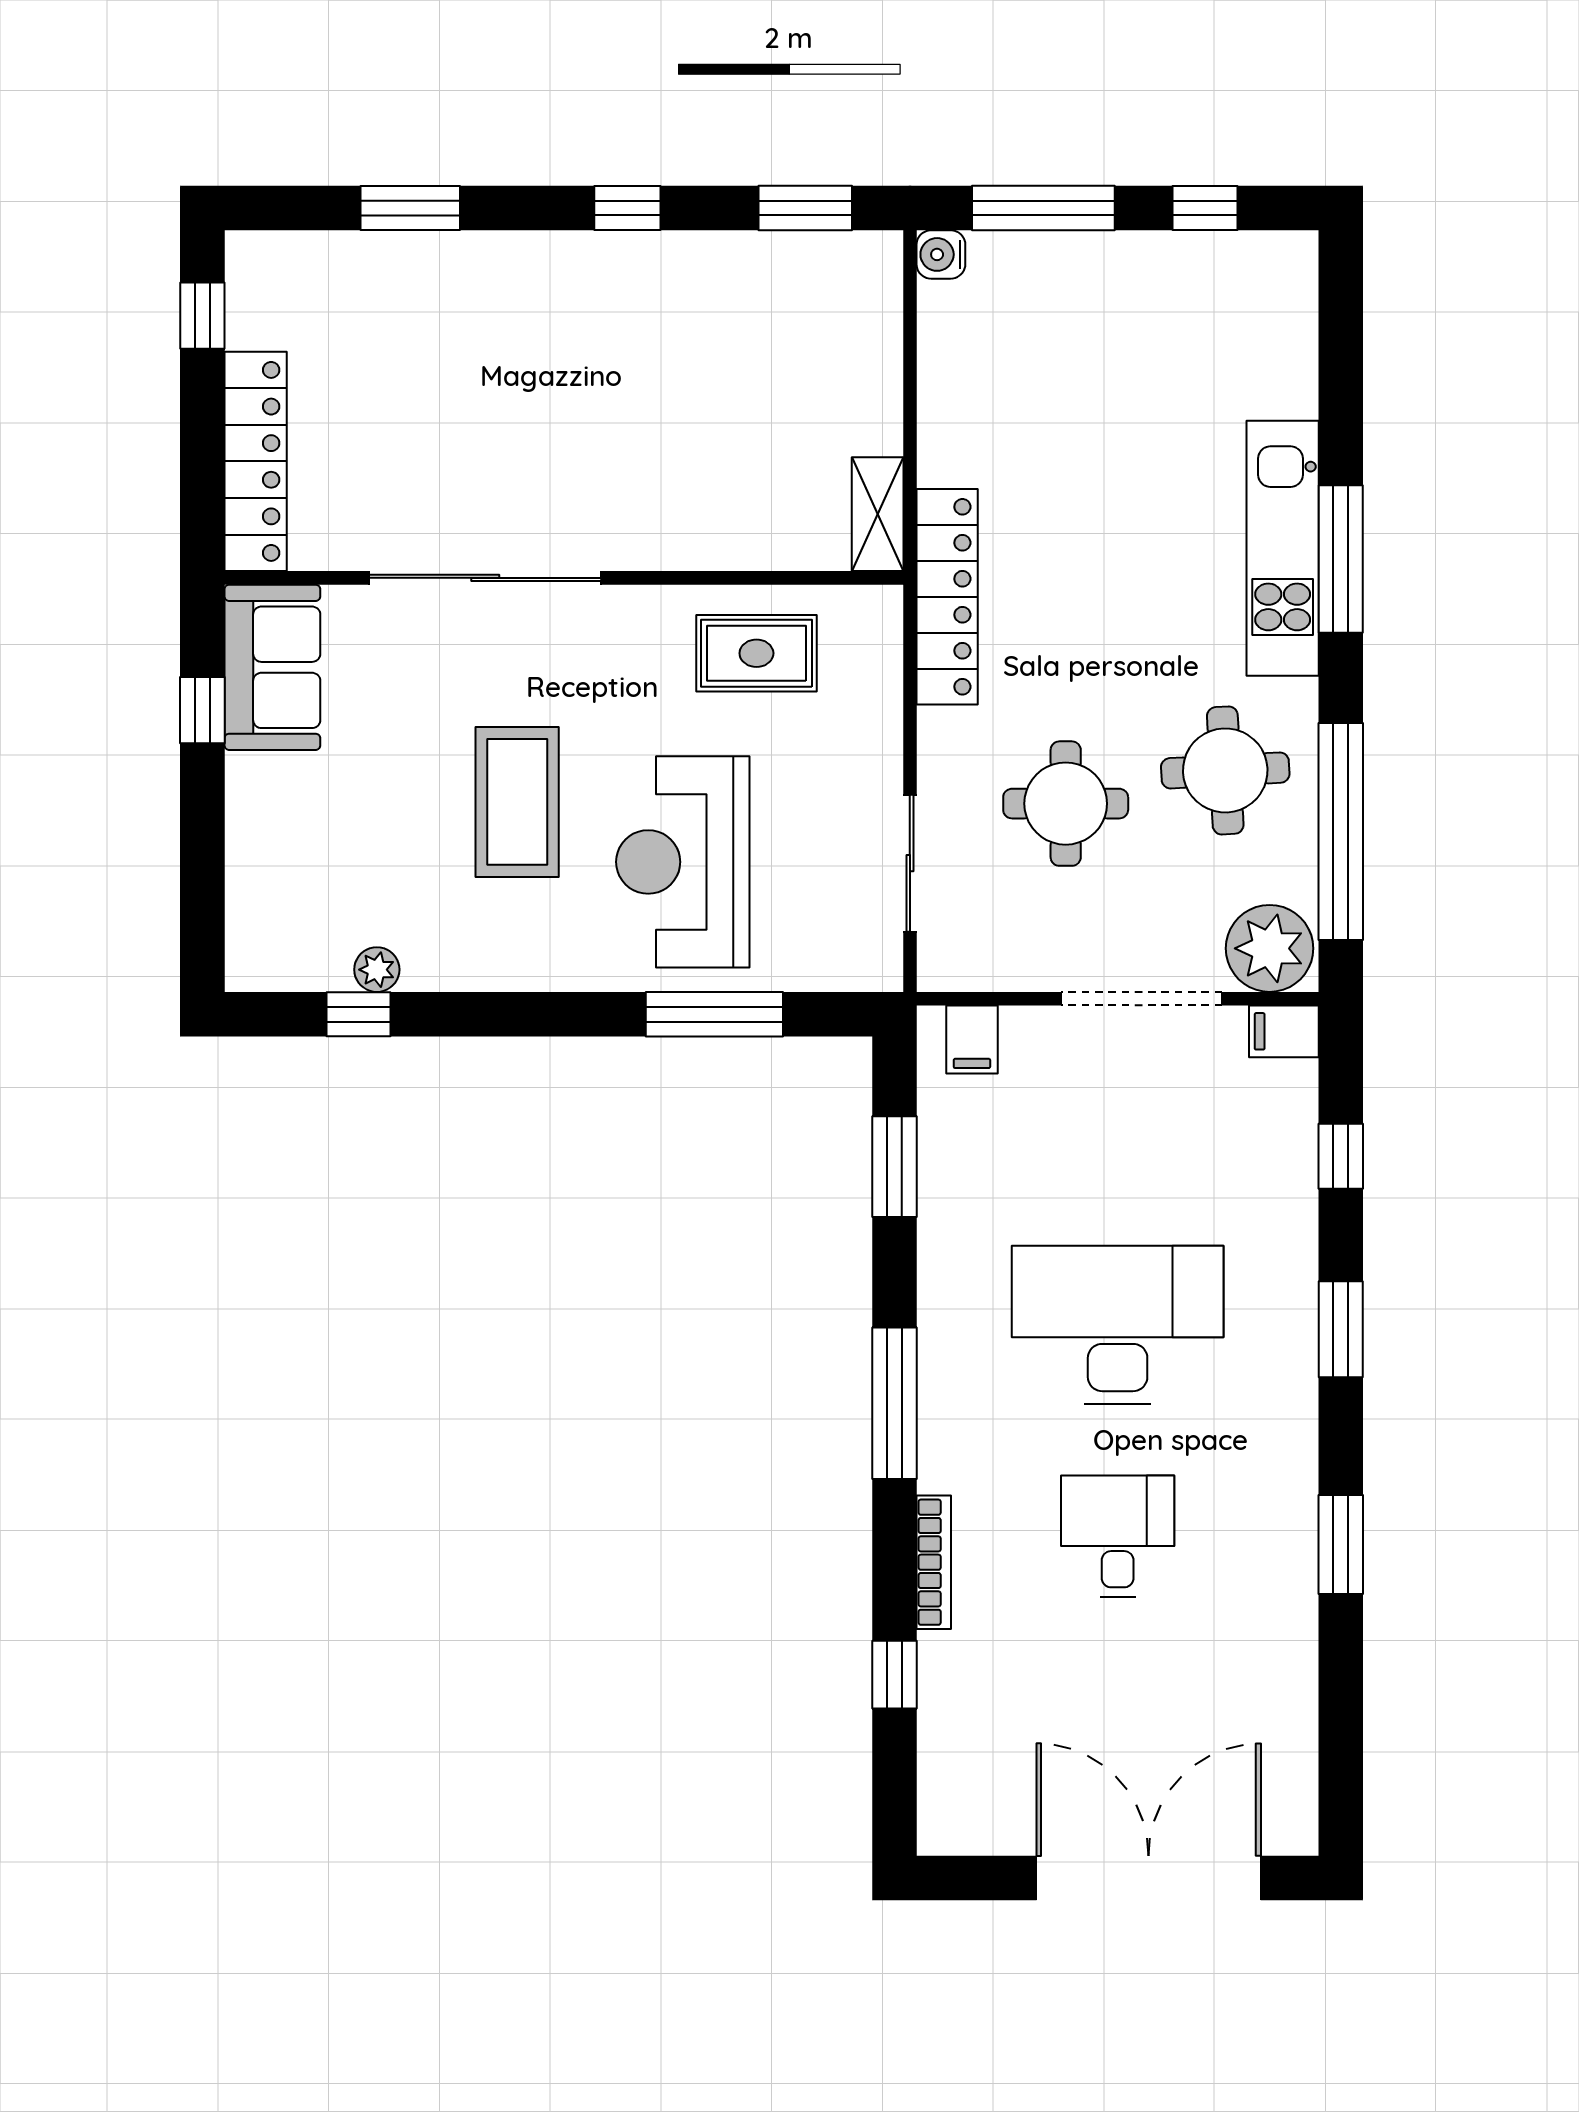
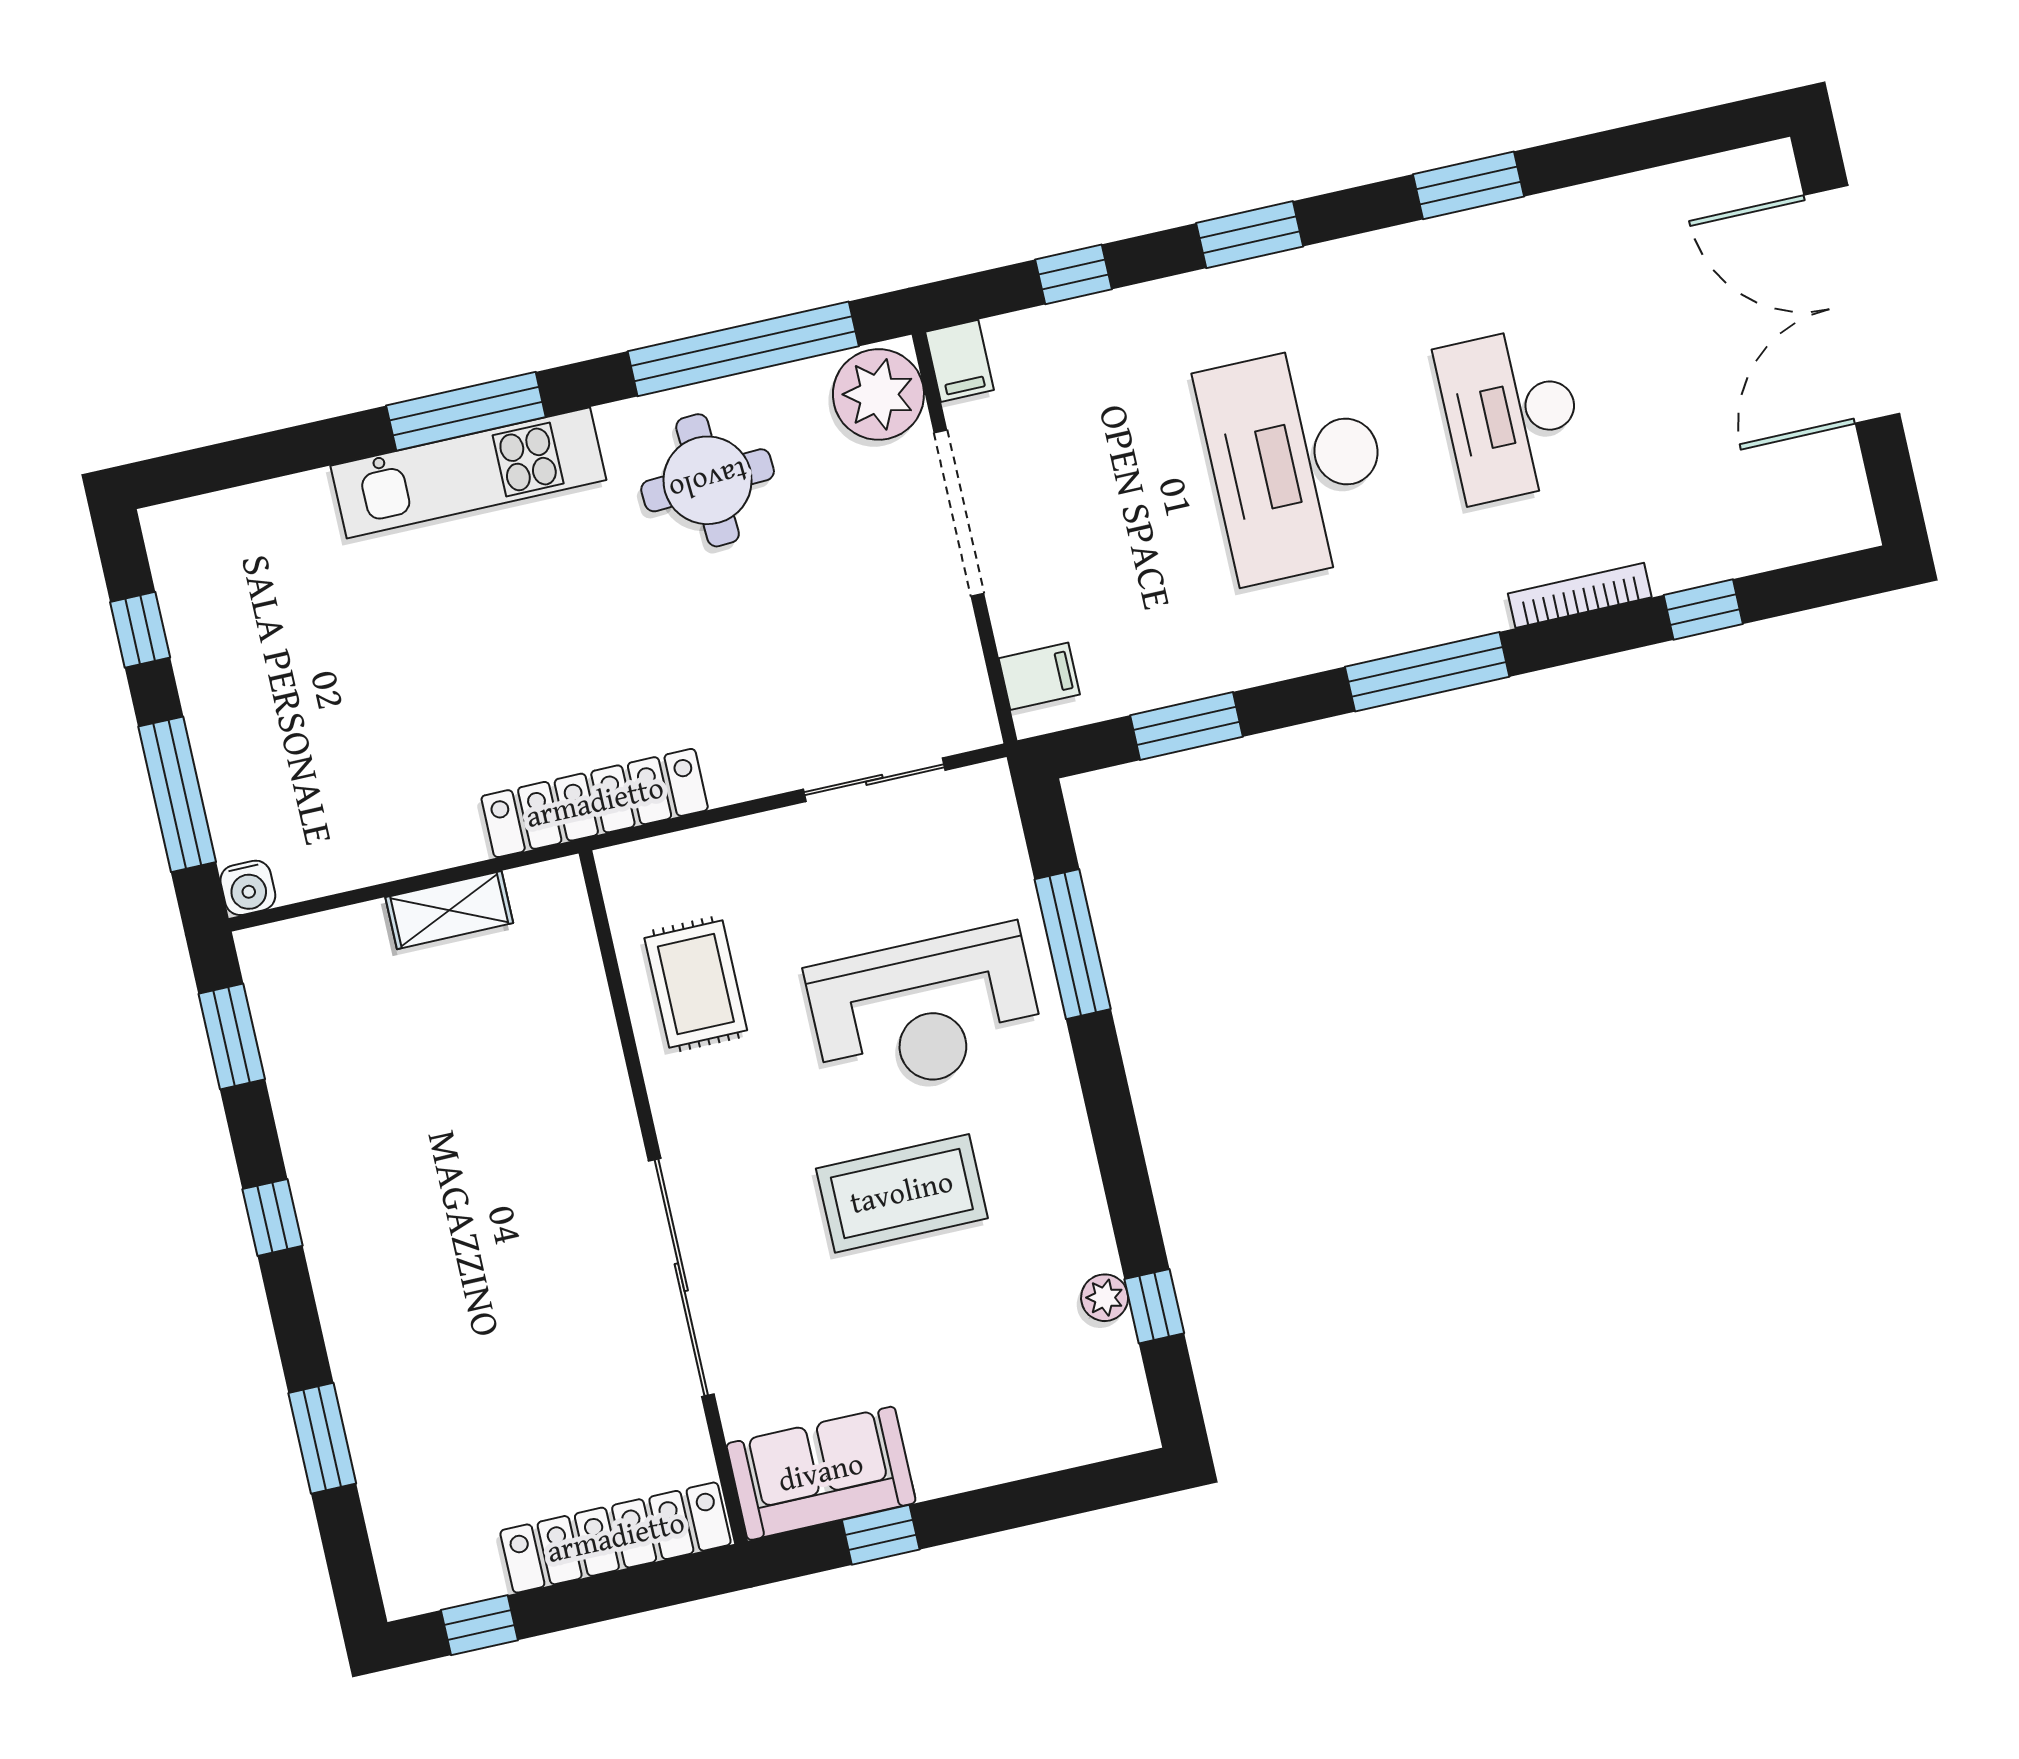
shelving: (878, 514) -> (449, 910), moved
round table: (1066, 804) -> (778, 635), removed
desk: (1118, 1536) -> (1511, 414), width x1.37

